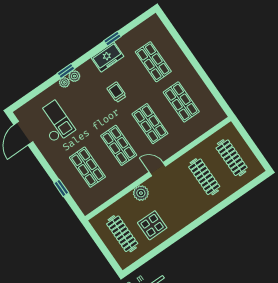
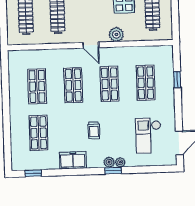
window: (112, 39) -> (33, 173), moved
trolley: (117, 92) -> (94, 130), moved

